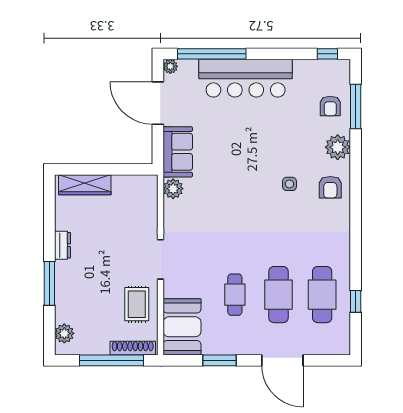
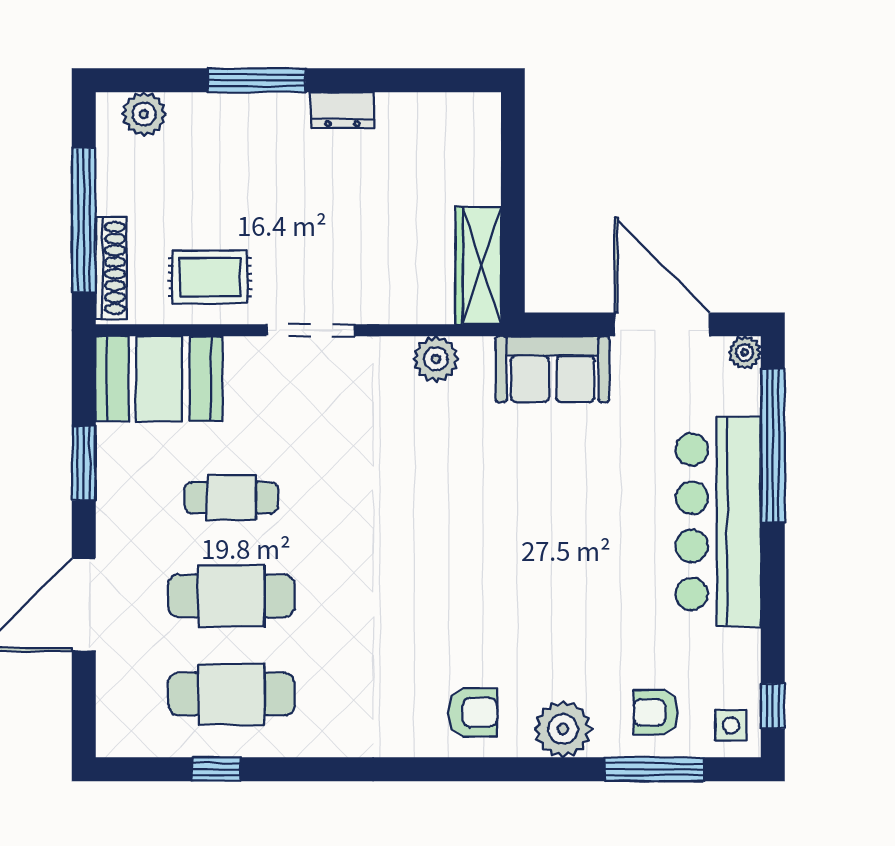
door: (158, 103) -> (662, 324), hinge flipped
side table: (289, 184) -> (731, 725), moved
wardrobe: (85, 185) -> (478, 265), moved
armchair: (330, 187) -> (473, 712), turned 180
plant: (173, 189) -> (436, 359), moved

